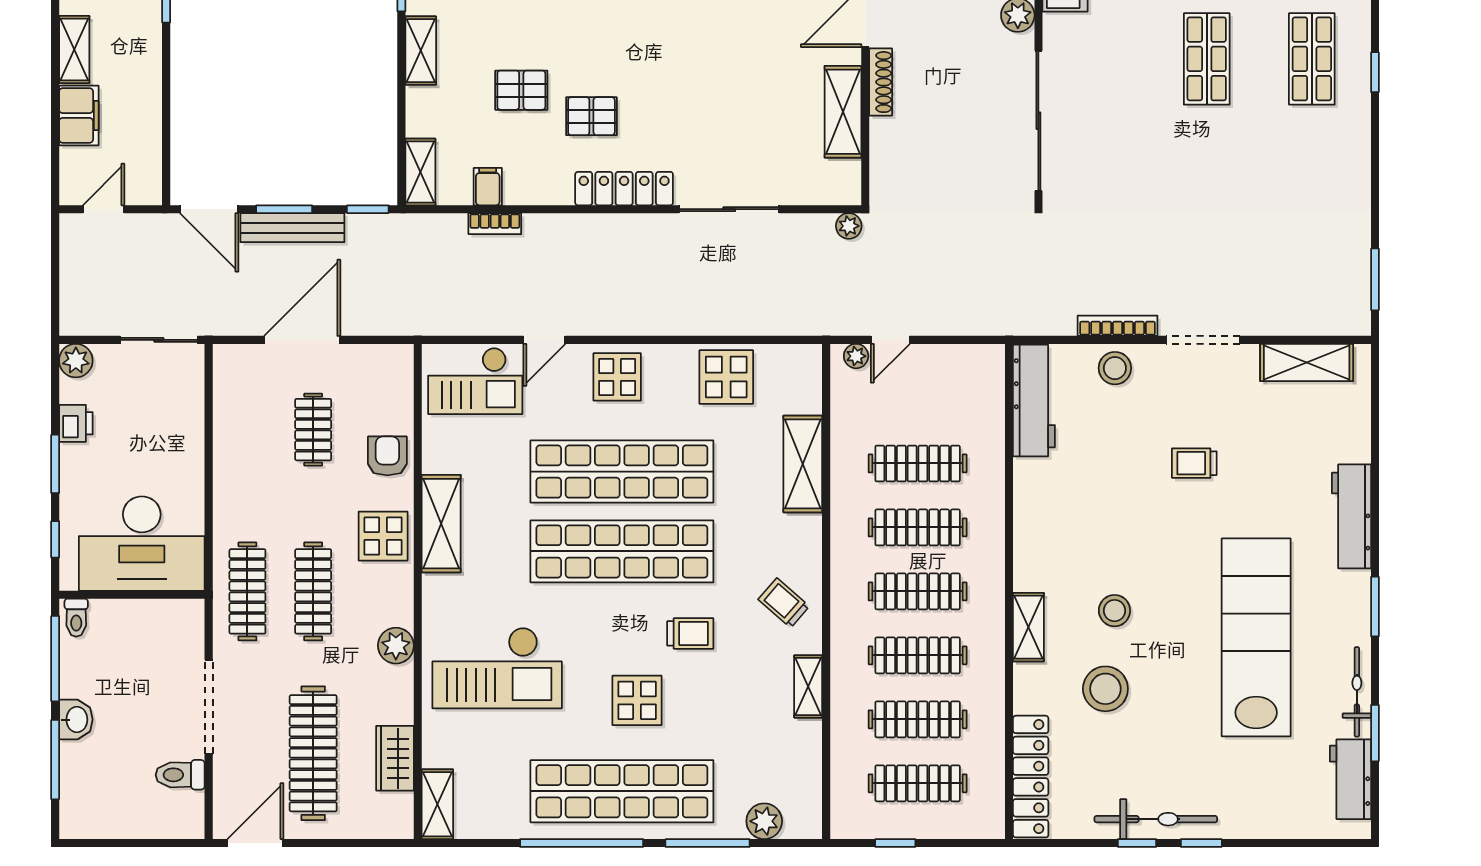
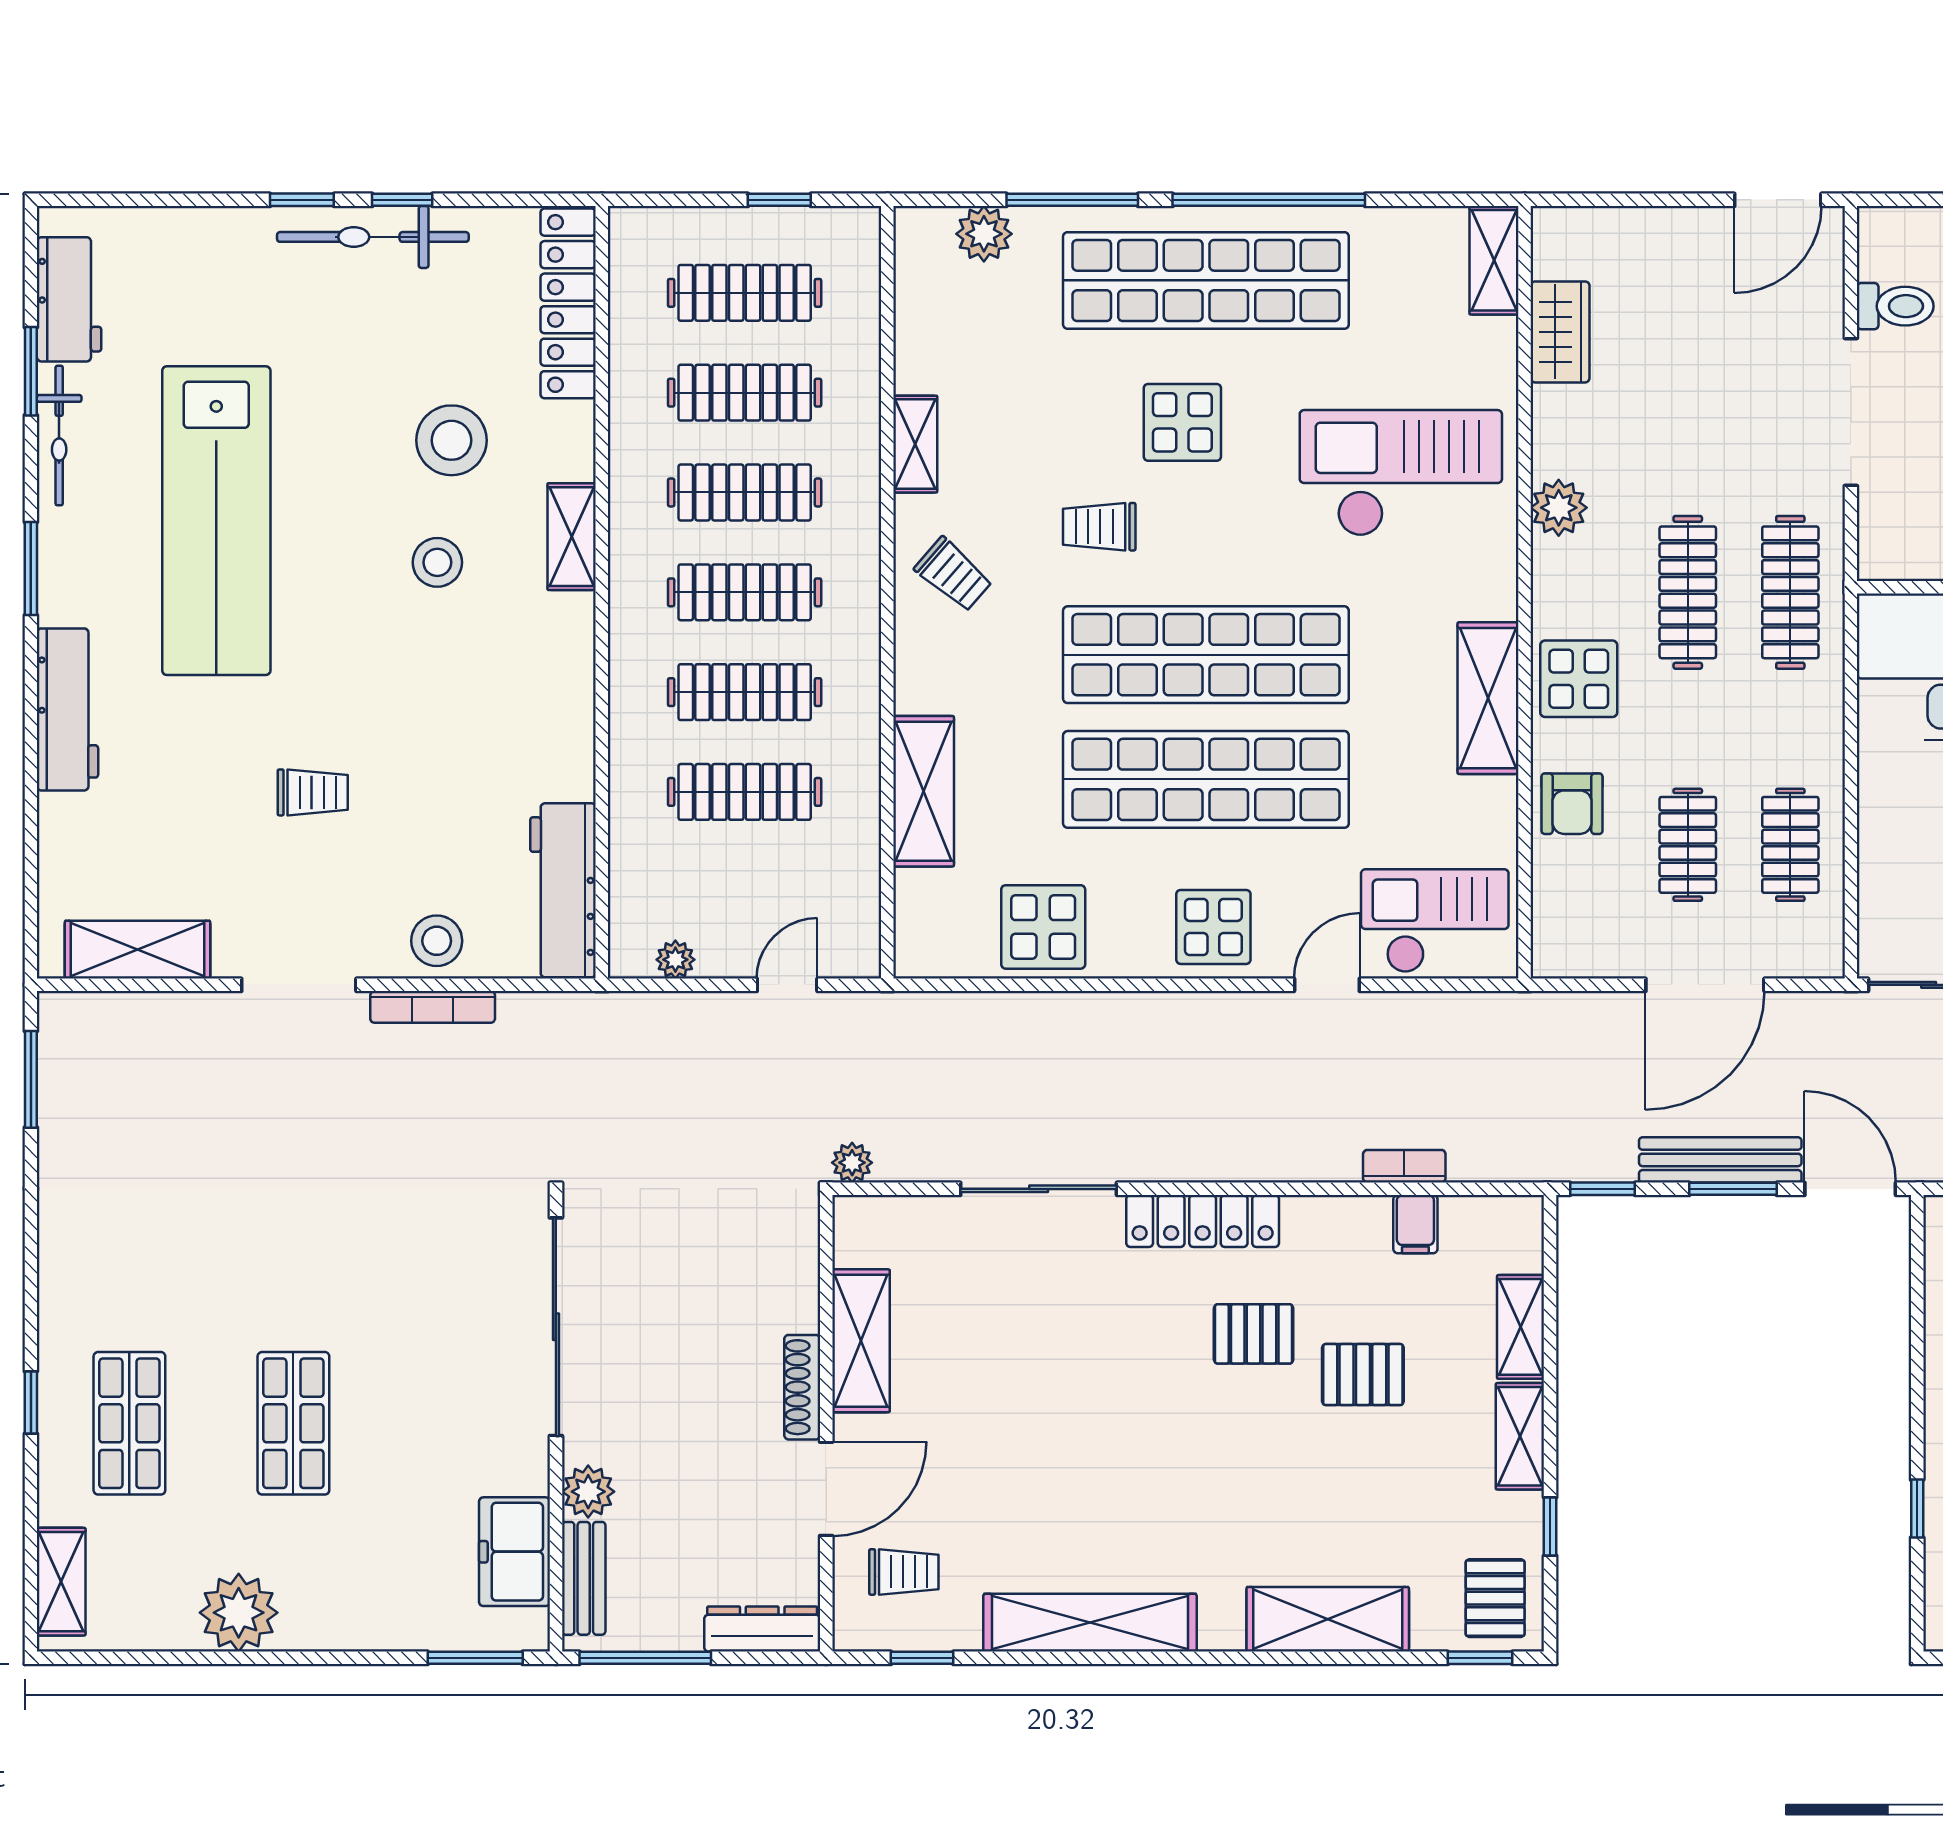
shelving: (420, 172) -> (1521, 1327), moved
plant: (856, 356) -> (675, 960), moved
clothes rail: (313, 753) -> (1790, 845), moved, width x0.54, depth x0.76

